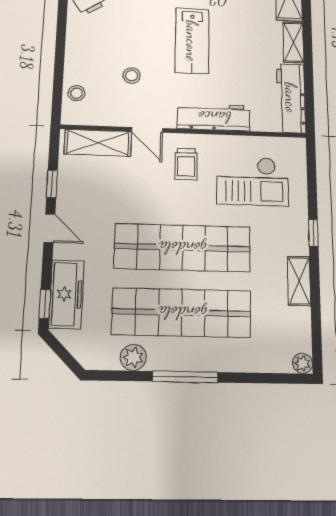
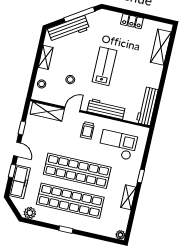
lab bench: (192, 41) -> (104, 66), turned 180
shelving: (293, 42) -> (46, 57), moved
door: (147, 130) -> (72, 109), swing flipped
checkout: (252, 181) -> (118, 145), turned 180
window: (45, 304) -> (12, 171), moved
plant: (133, 357) -> (30, 213), moved
window: (185, 377) -> (66, 230), width x0.46

